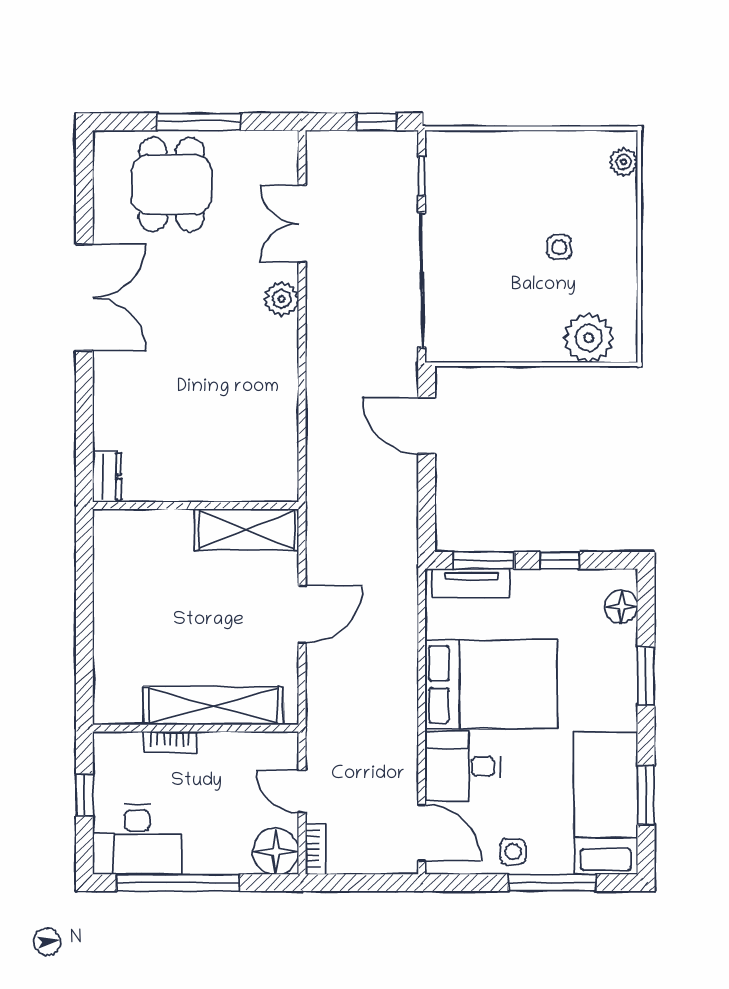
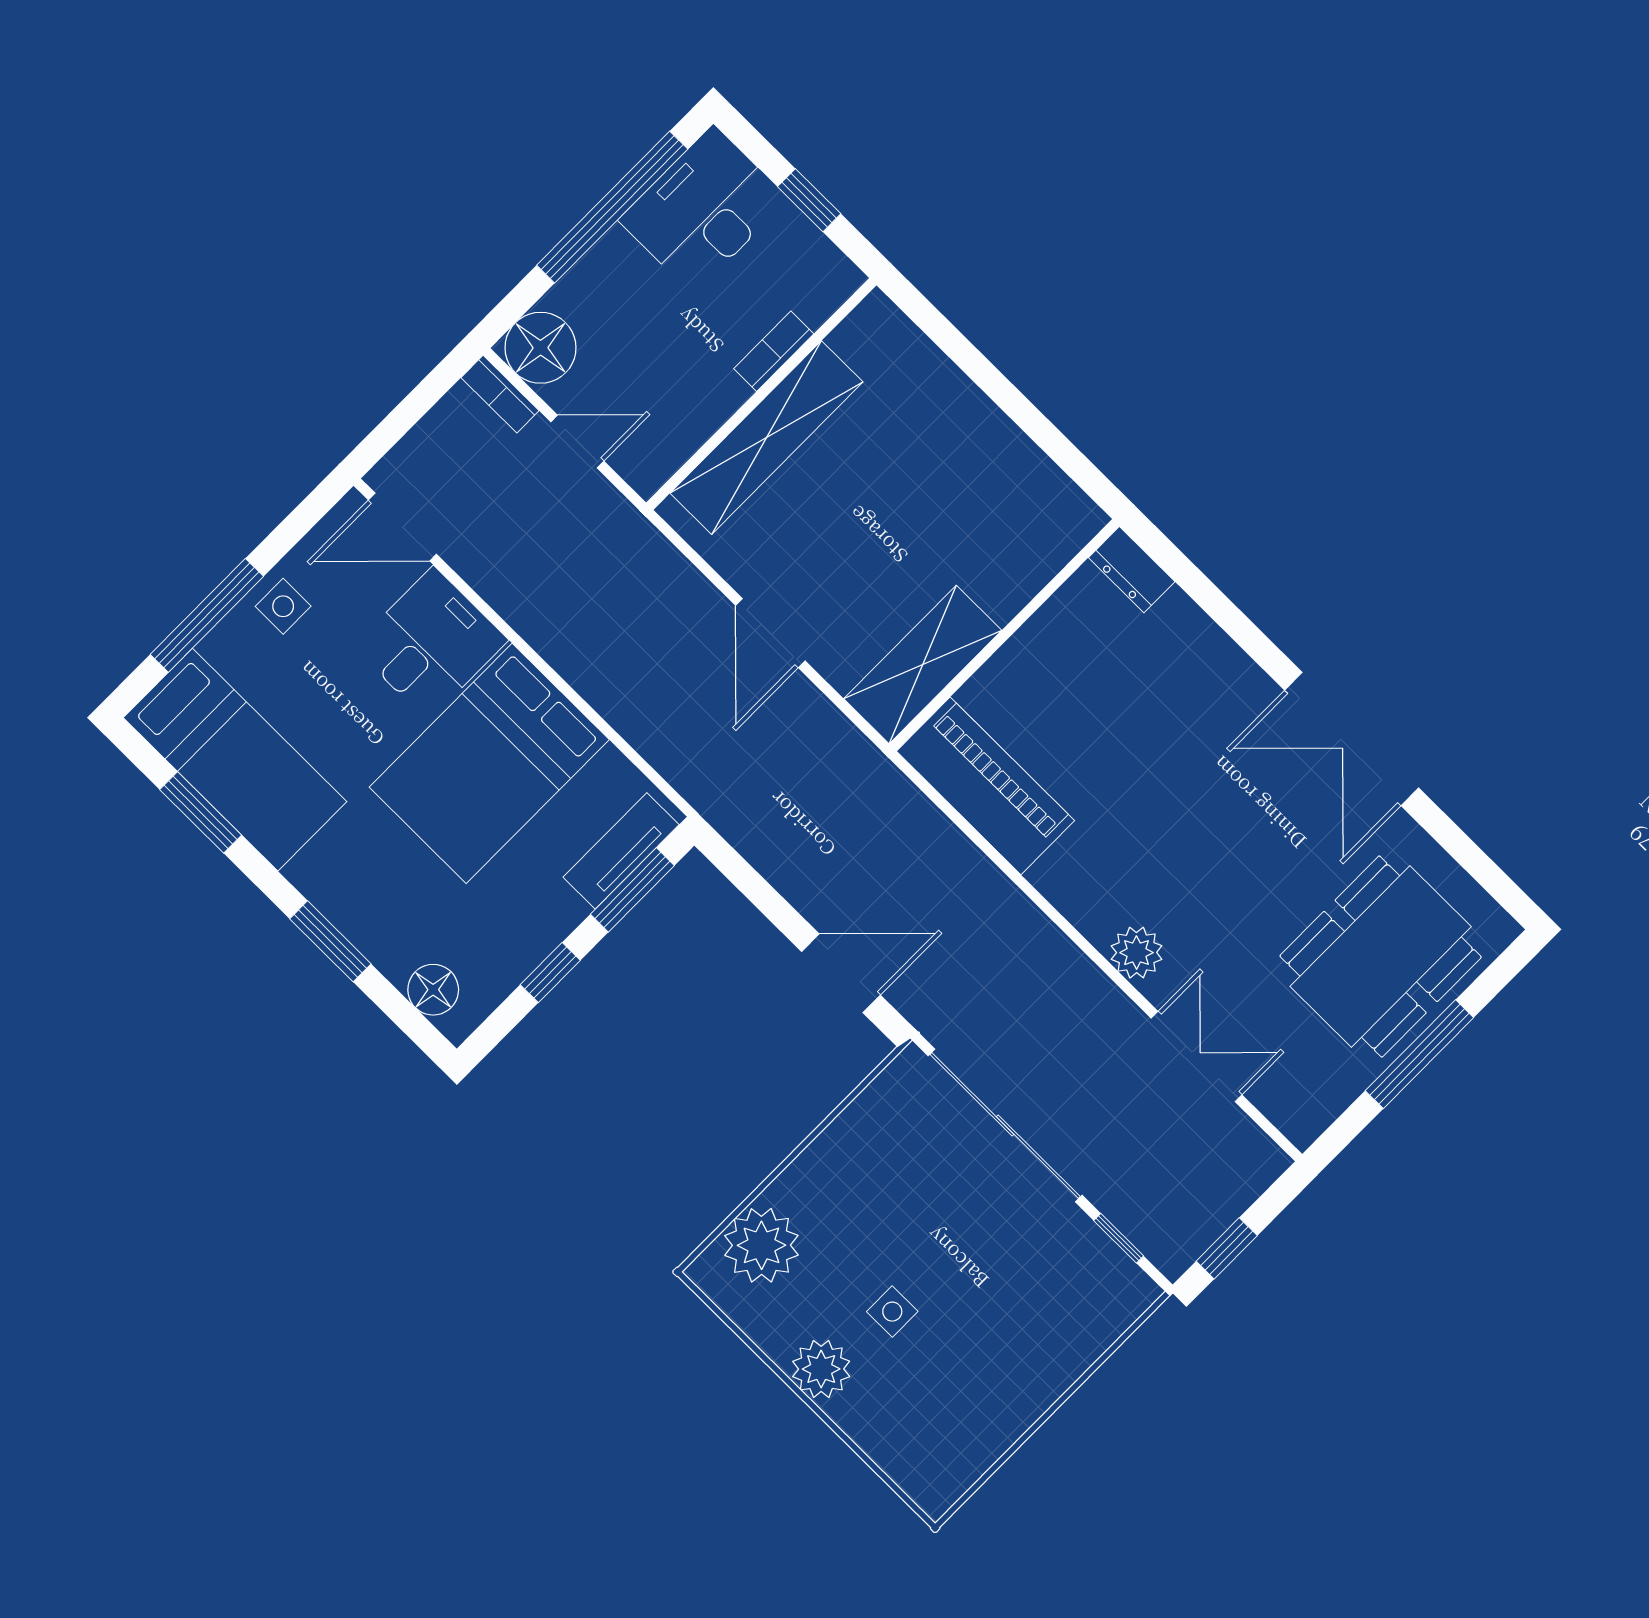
plant: (624, 162) -> (821, 1369), moved, width x1.38, depth x1.38
dining table: (172, 184) -> (1381, 957), width x1.38
piano: (274, 445) -> (985, 786), added

